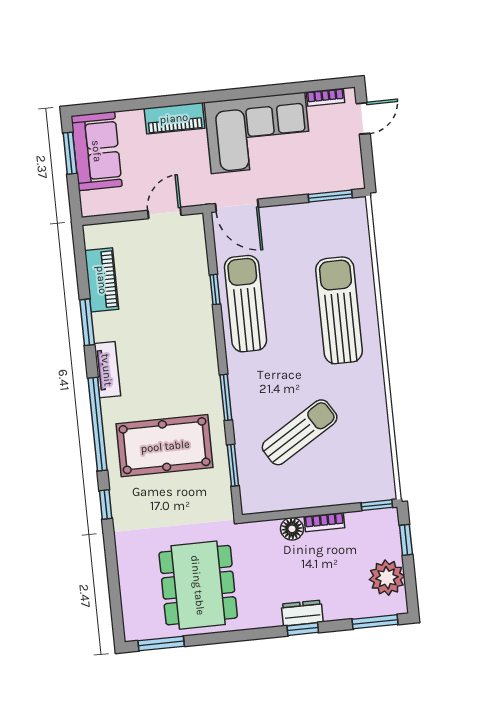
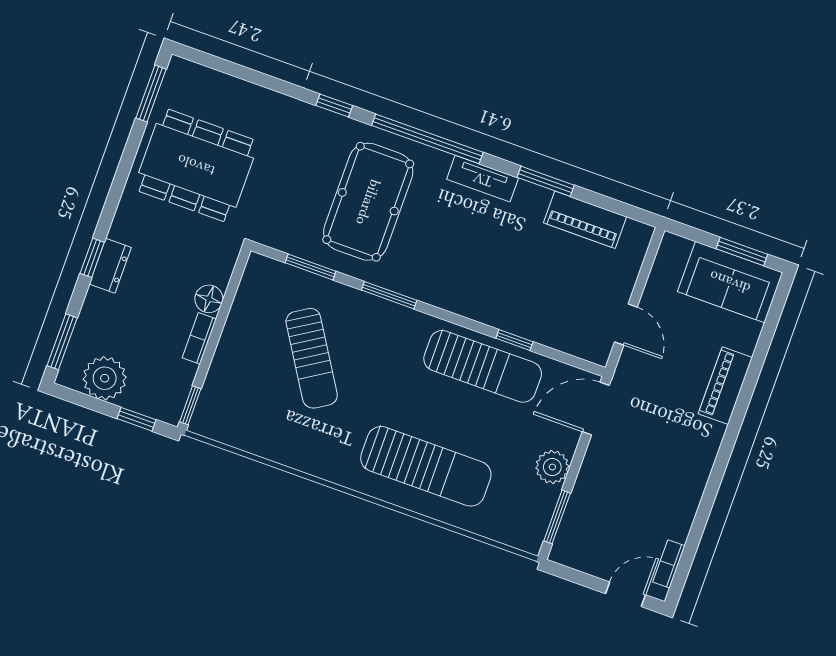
door: (363, 118) -> (626, 594), swing flipped
corner sofa: (258, 133) -> (665, 470), removed
plant: (295, 217) -> (552, 467), added

